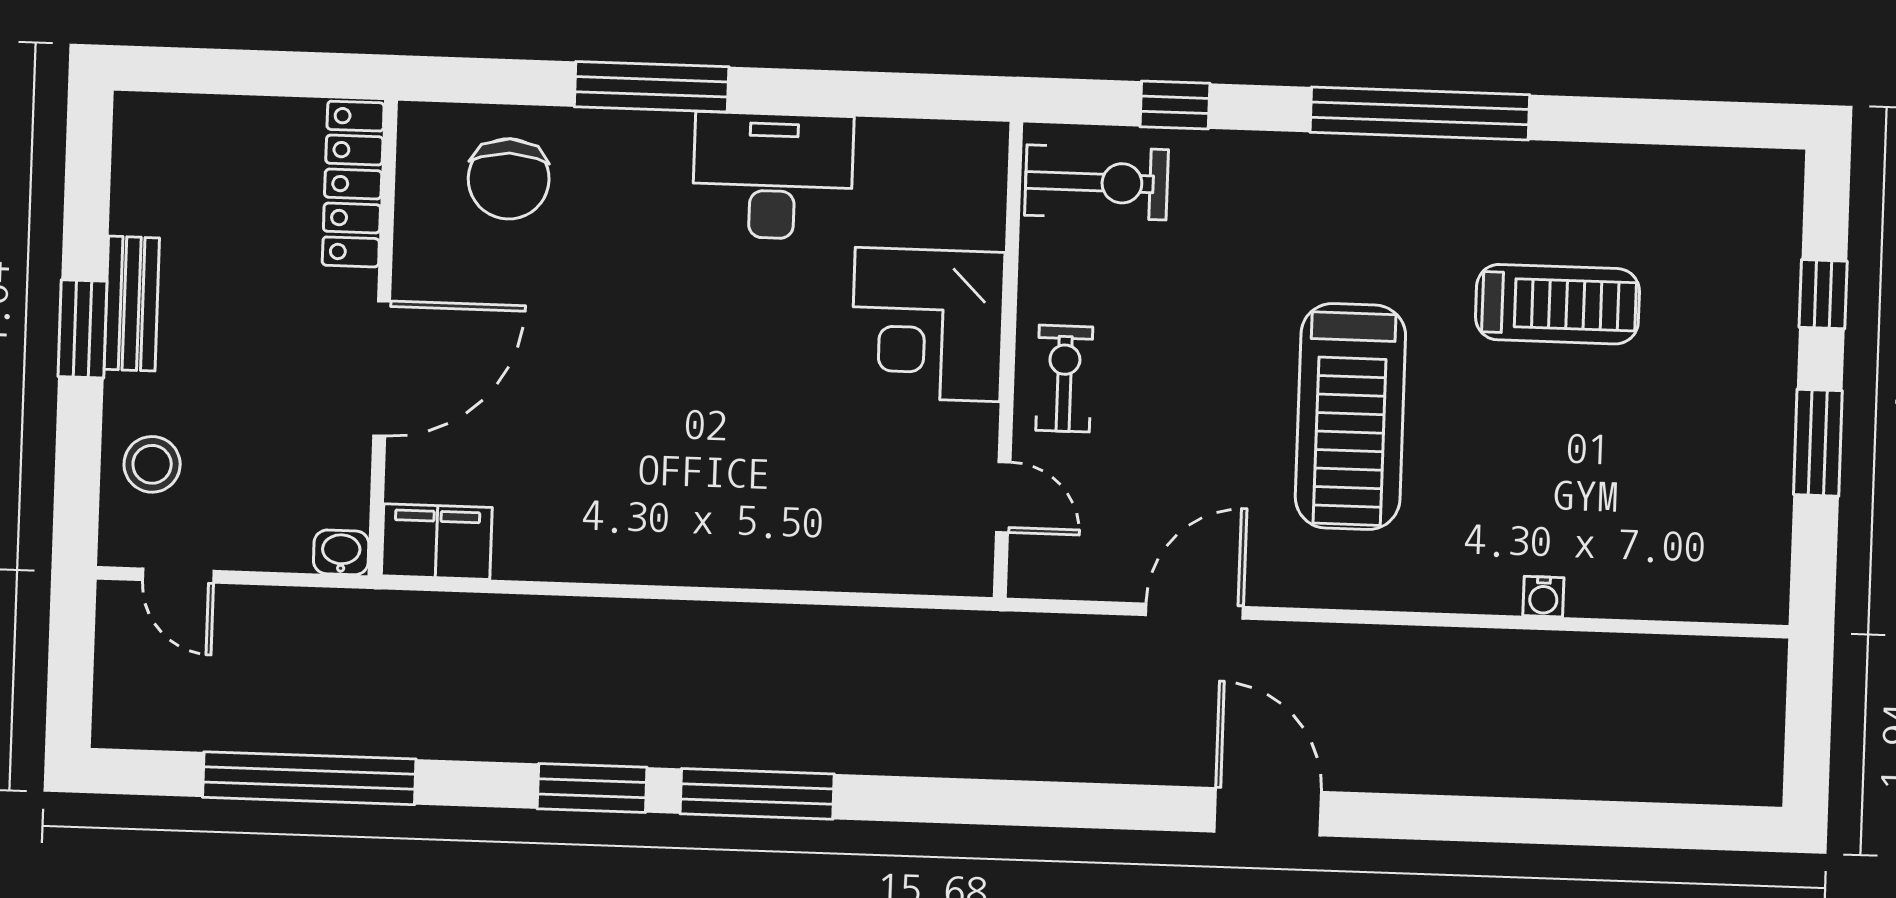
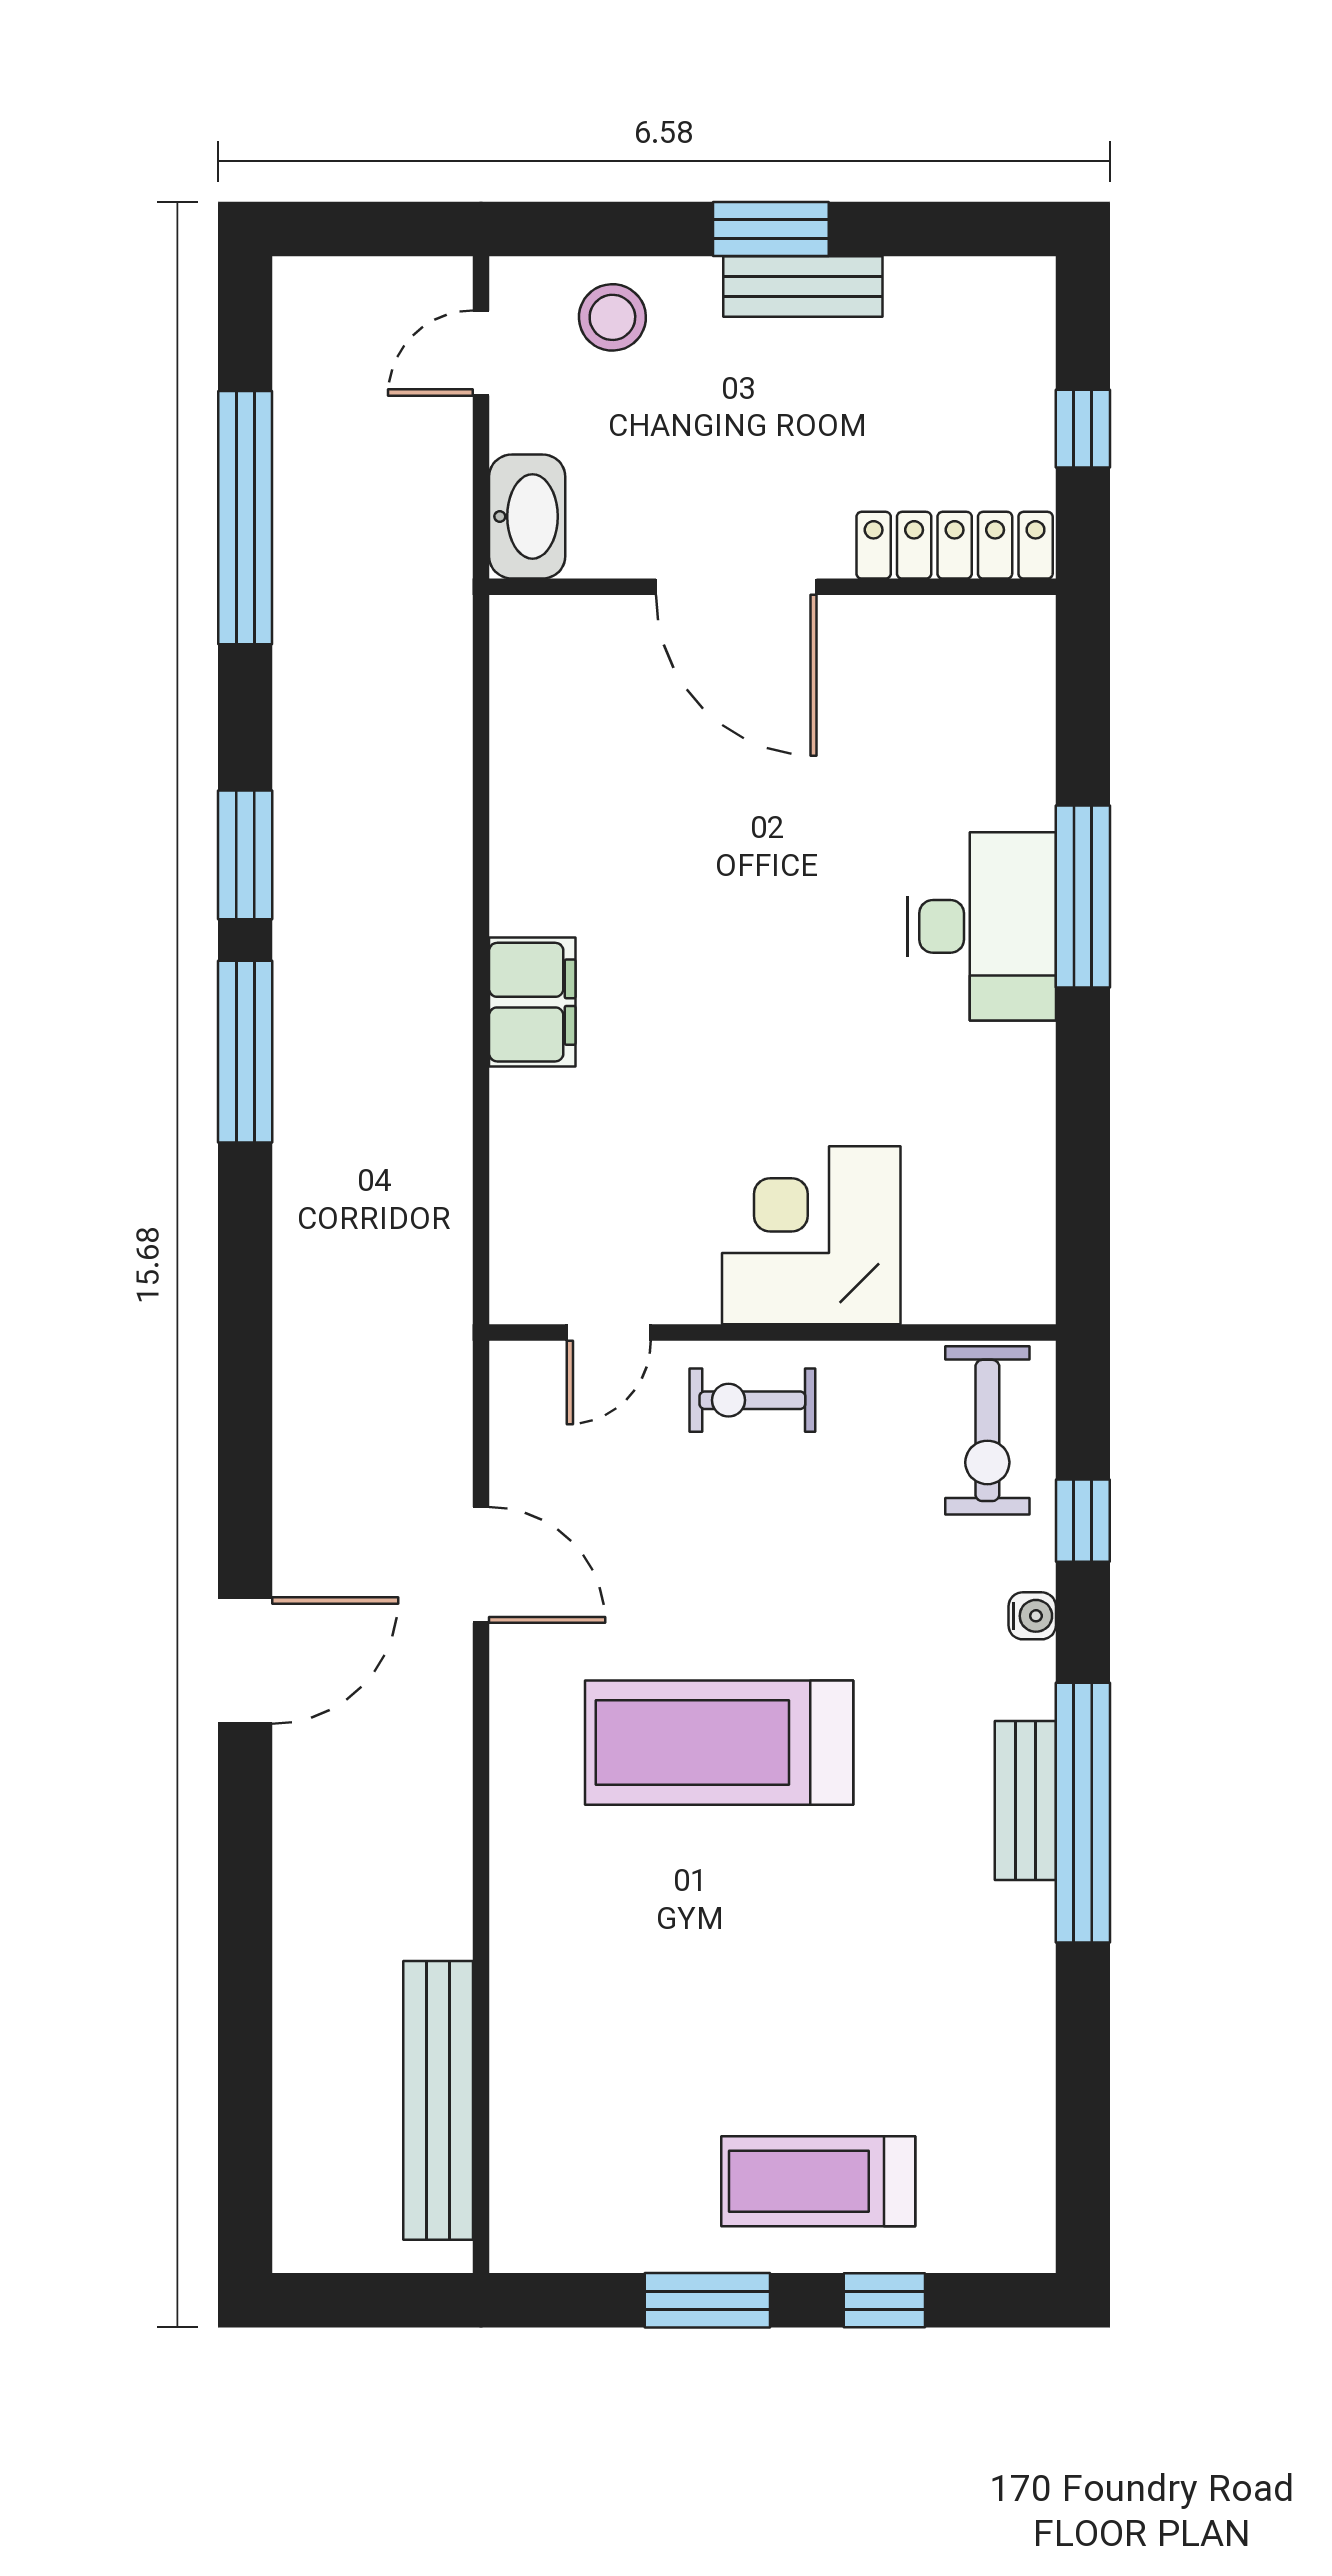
window: (259, 73) -> (1083, 429), added
bench: (1408, 161) -> (1025, 1800), added
desk: (773, 176) -> (982, 926), moved
chair: (509, 179) -> (967, 730), removed
treadmill: (1557, 304) -> (818, 2181), moved, turned 90
exercise bike: (1064, 379) -> (752, 1400), turned 180
filing cabinet: (437, 542) -> (532, 1002), moved
washbasin: (341, 552) -> (527, 516), width x1.91, depth x1.45
water cooler: (1543, 597) -> (1032, 1616), moved, turned 180
bench: (1642, 663) -> (438, 2100), added

